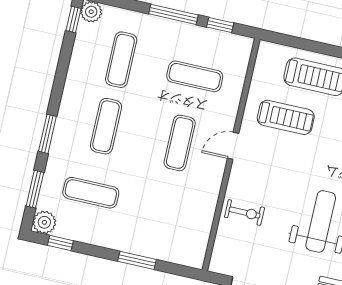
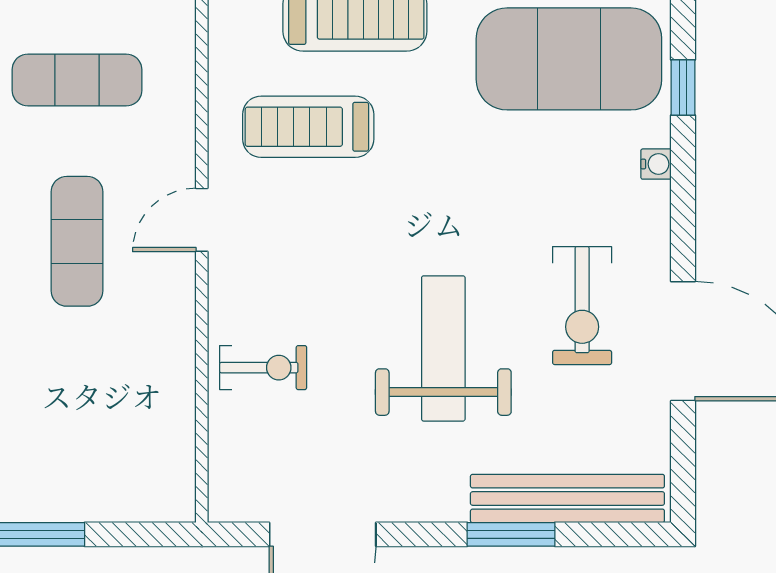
treadmill: (286, 117) -> (308, 127), turned 180

